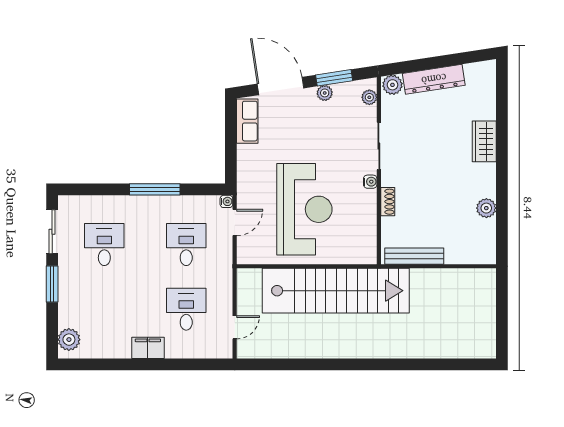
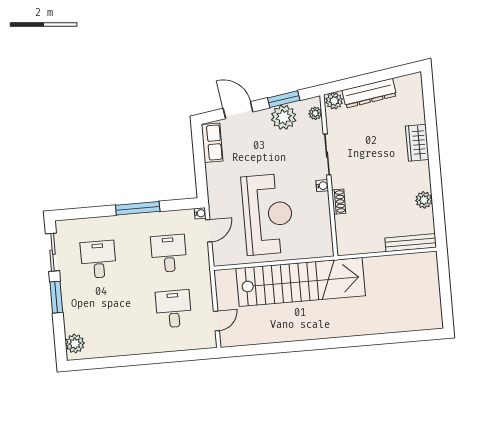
door: (281, 86) -> (238, 110), width x0.73
plant: (325, 93) -> (284, 117), width x1.87, depth x1.87
bench: (414, 256) -> (411, 243), moved
filing cabinet: (148, 348) -> (143, 345), removed

